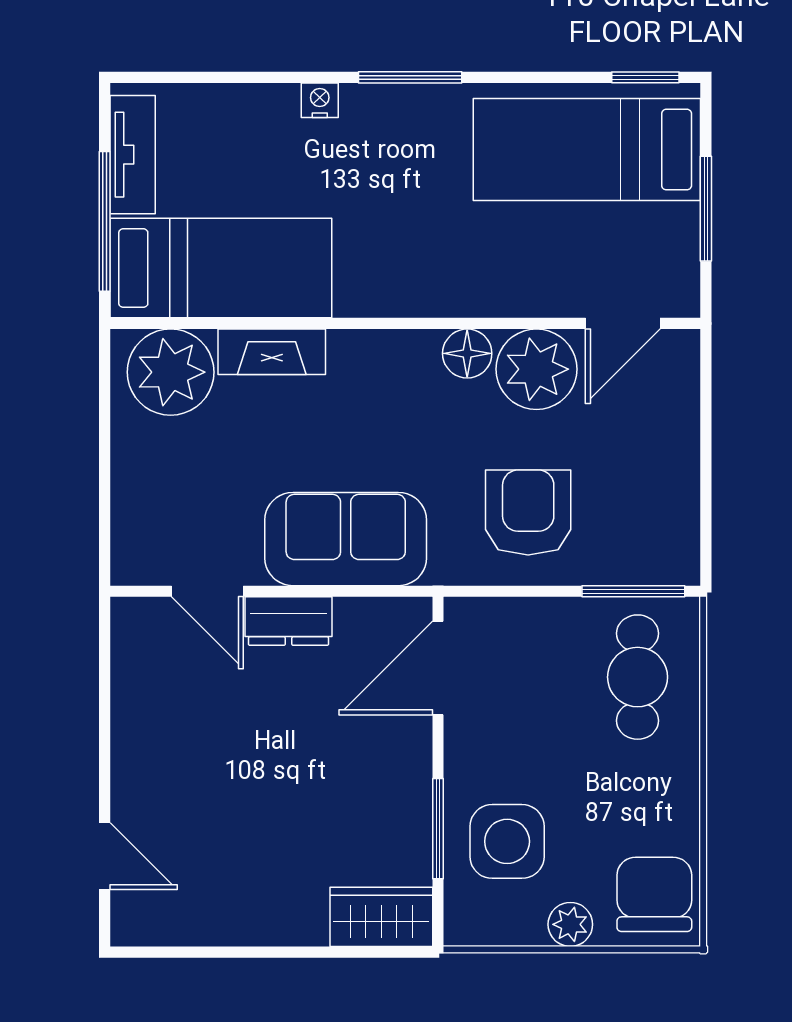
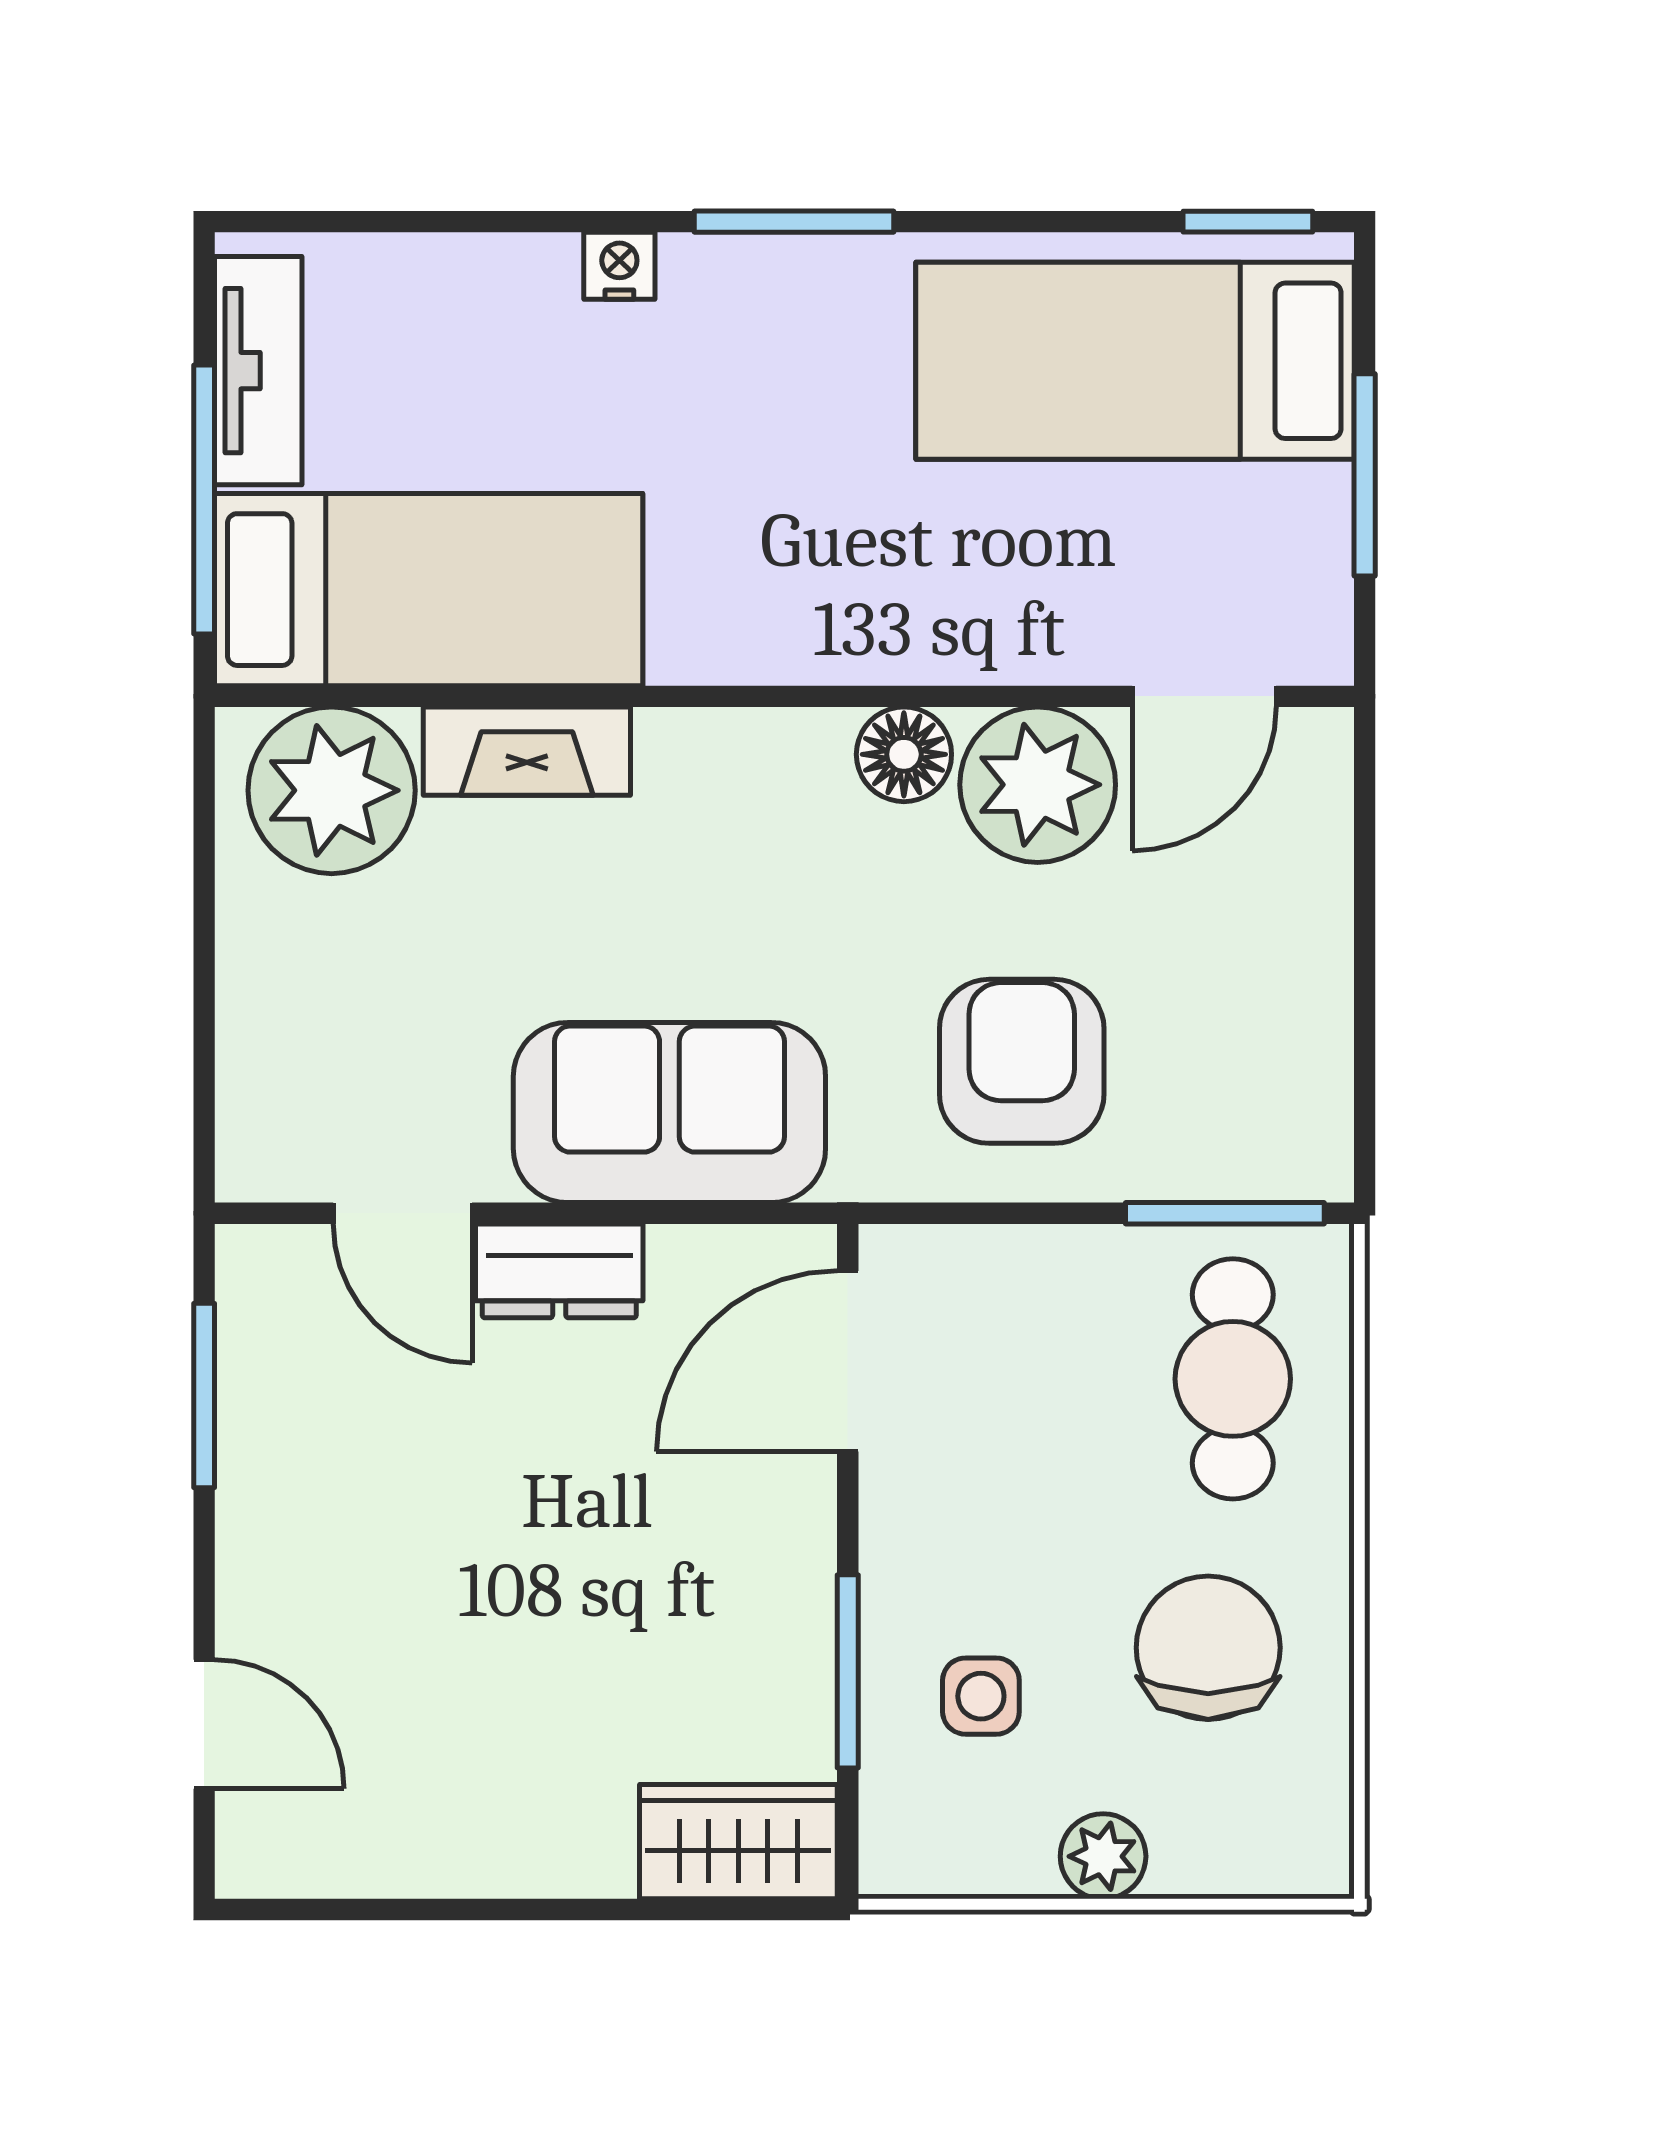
window: (105, 686) -> (204, 1395), added
side table: (507, 841) -> (981, 1696), width x0.54, depth x0.54
chair: (654, 894) -> (1208, 1648), moved

